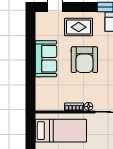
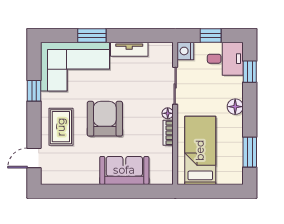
sofa: (46, 59) -> (124, 170), moved
armchair: (84, 60) -> (105, 119), turned -90

